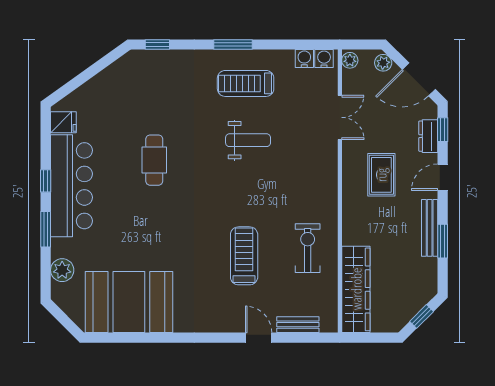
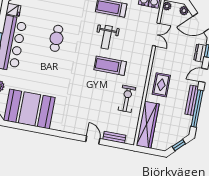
weight bench: (248, 140) -> (107, 37), turned 90
rug: (381, 175) -> (161, 85), moved
window: (443, 241) -> (197, 108), width x2.11
treadmill: (244, 256) -> (110, 66), moved, turned -90

